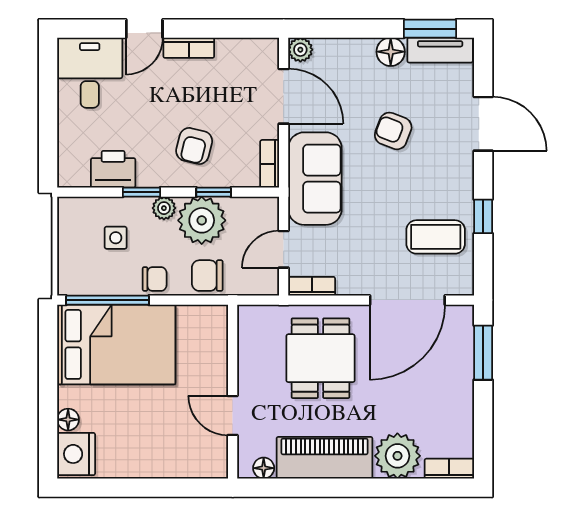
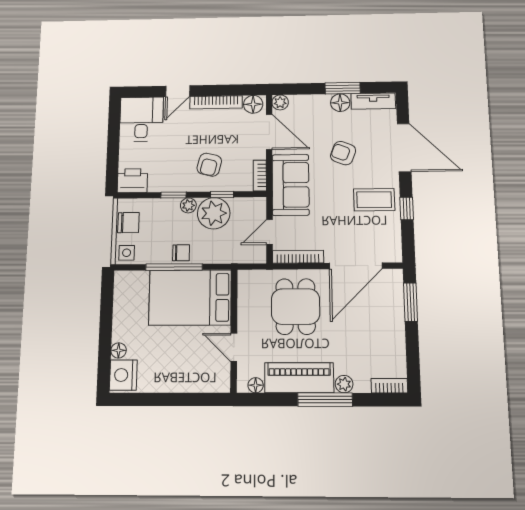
window: (430, 29) -> (343, 88), moved
bookcase: (189, 48) -> (216, 102), width x1.56
floor lamp: (260, 52) -> (253, 104), added
door: (483, 124) -> (404, 148), width x1.36
printer: (113, 169) -> (132, 181), moved
coffee table: (436, 237) -> (374, 200), moved
side table: (116, 238) -> (127, 253), moved
chair: (207, 276) -> (128, 223), moved, turned 180
bookcase: (312, 286) -> (298, 257), width x1.56
window: (108, 300) -> (174, 267), moved
bed: (116, 344) -> (190, 297), moved, turned 180
plant: (397, 456) -> (344, 384), width x0.53, depth x0.53
window: (360, 488) -> (325, 400), added

